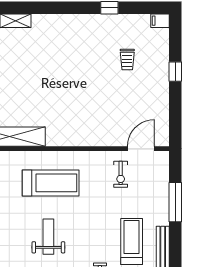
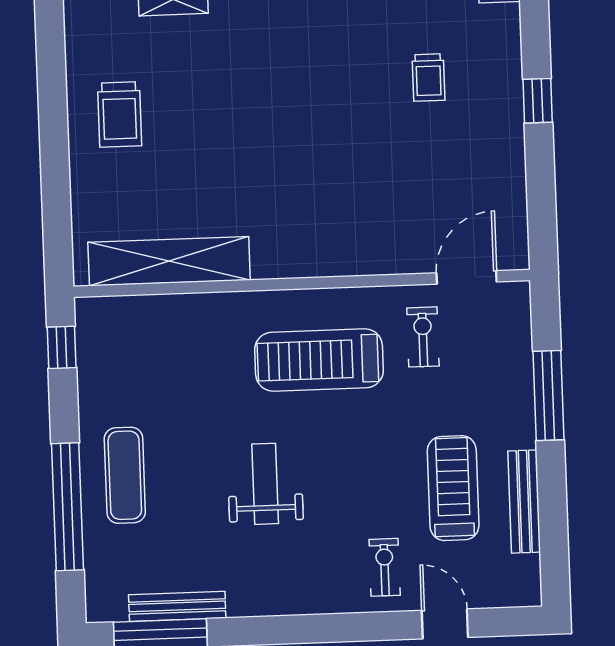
exercise bike: (121, 174) -> (423, 337), turned 180
treadmill: (51, 183) -> (319, 360), moved, turned 180

